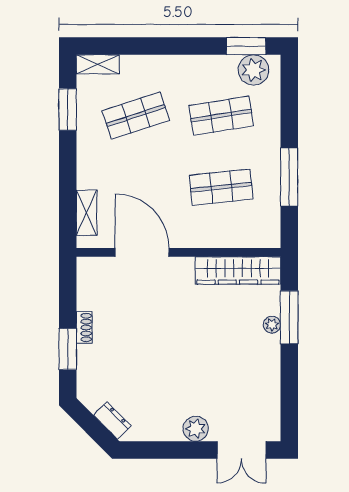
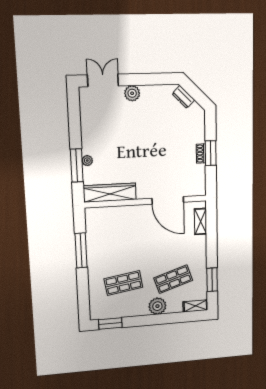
plant: (253, 70) -> (157, 306), moved
shop shelf: (221, 187) -> (122, 242), removed
window: (68, 349) -> (211, 153), moved

